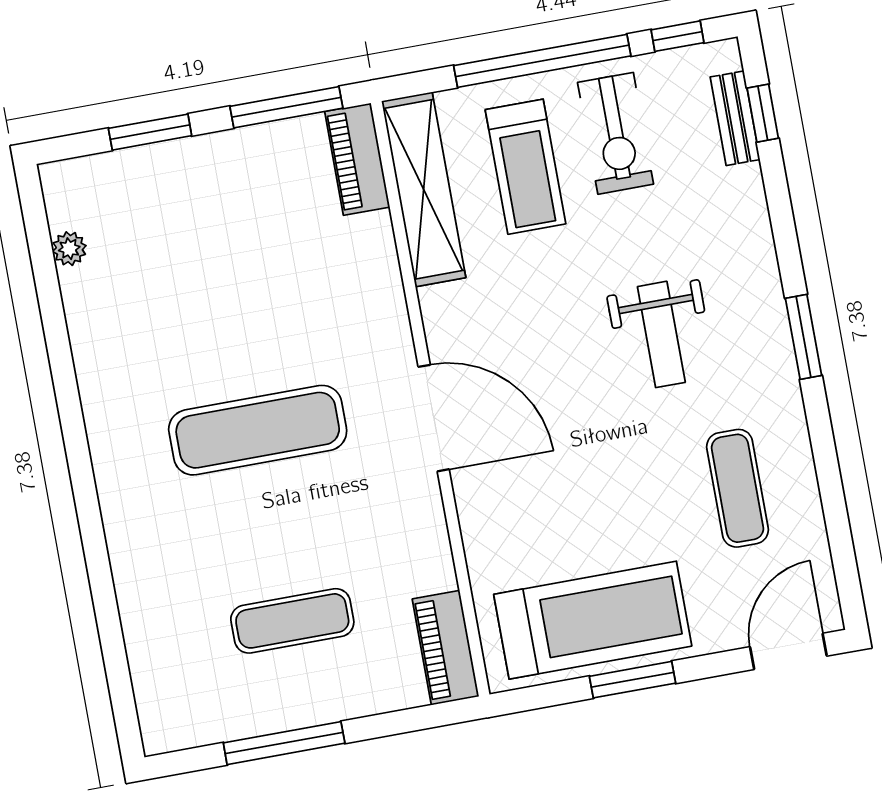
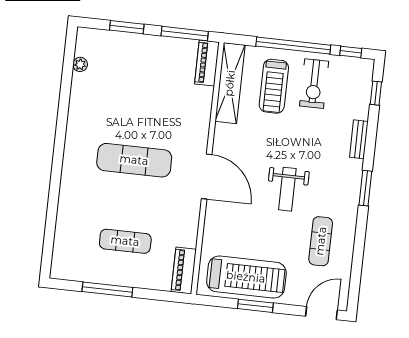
bench: (735, 118) -> (359, 139), moved
weight bench: (661, 334) -> (287, 189), moved

